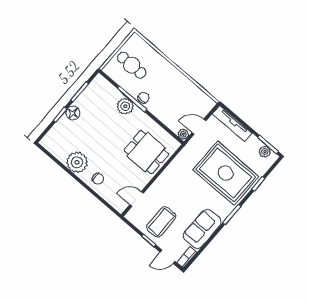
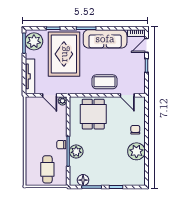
floor lamp: (73, 113) -> (83, 180), moved
plant: (265, 152) -> (34, 41), width x1.87, depth x1.87
coffee table: (161, 222) -> (105, 82), moved
sofa: (202, 229) -> (105, 39), width x1.36
door: (168, 257) -> (146, 45), swing flipped

